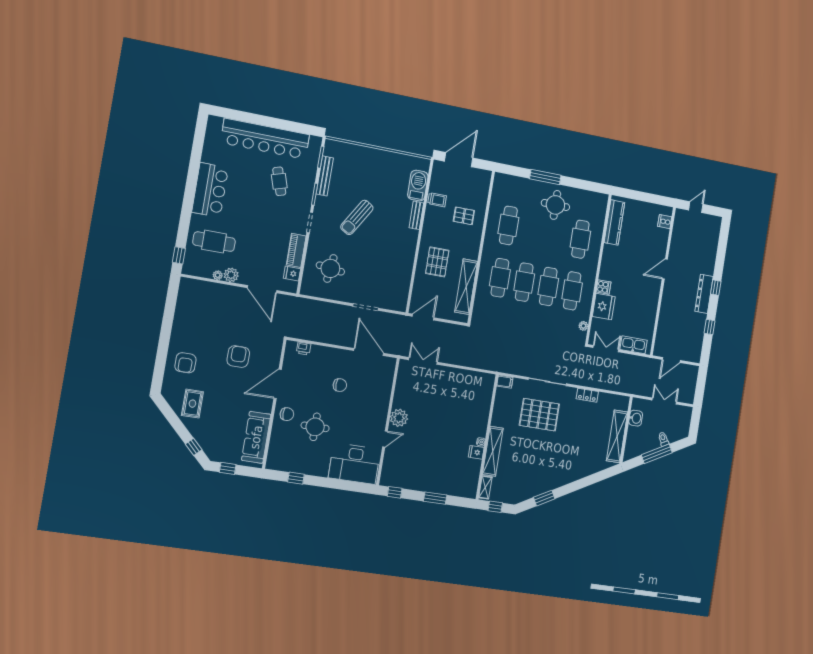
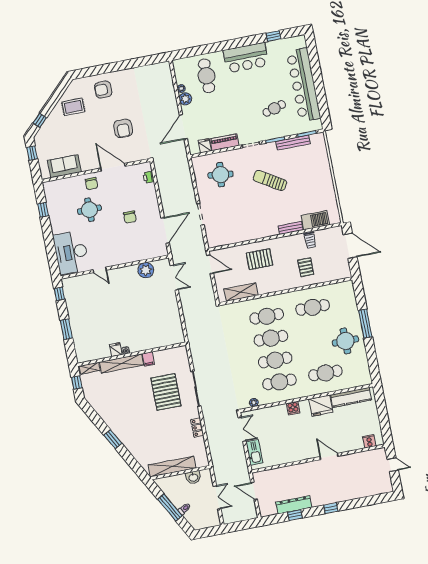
window: (179, 255) -> (273, 36), moved
shelving: (466, 287) -> (241, 292), width x0.68
dresser: (704, 294) -> (294, 505), moved
fridge: (604, 307) -> (321, 406), moved
armchair: (238, 357) -> (123, 128), turned 90
filing cabinet: (505, 382) -> (148, 359), moved
plant: (399, 418) -> (146, 270), moved
sofa: (256, 437) -> (64, 166), width x0.73
window: (544, 498) -> (113, 439), moved

